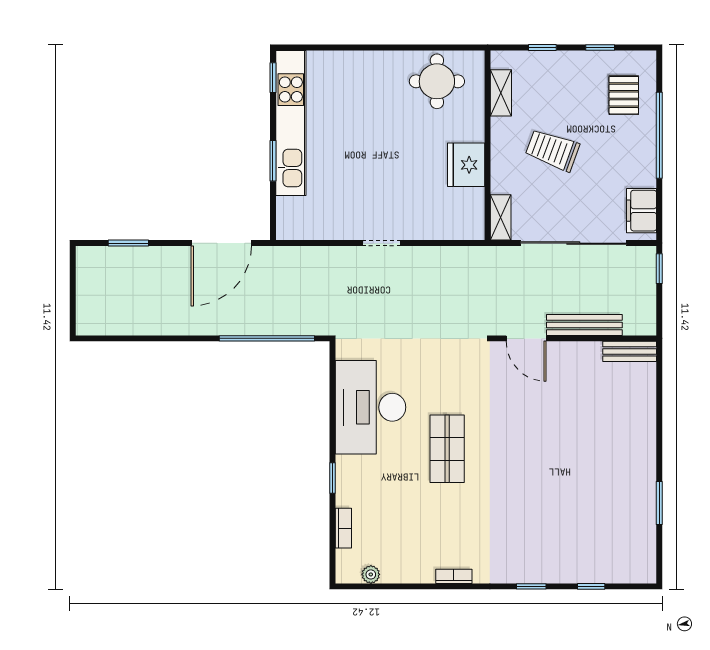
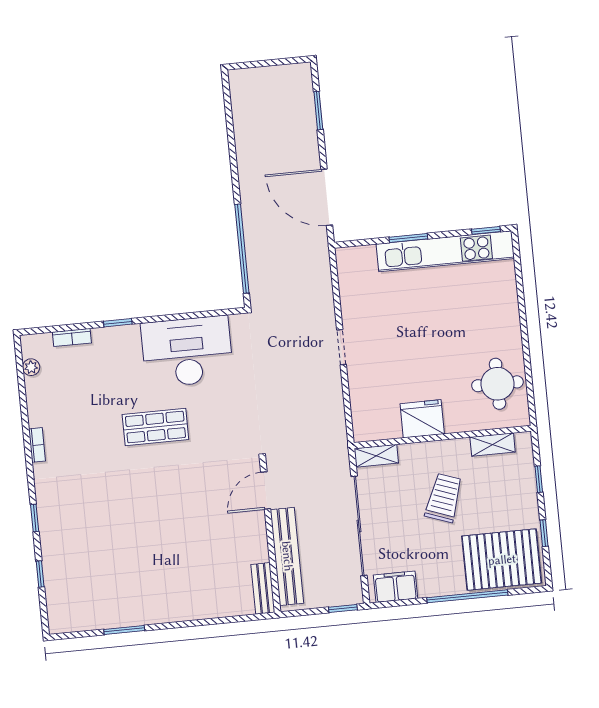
pallet: (624, 95) -> (502, 560), width x2.05, depth x2.00
bench: (584, 325) -> (287, 556), width x1.37, depth x1.21

